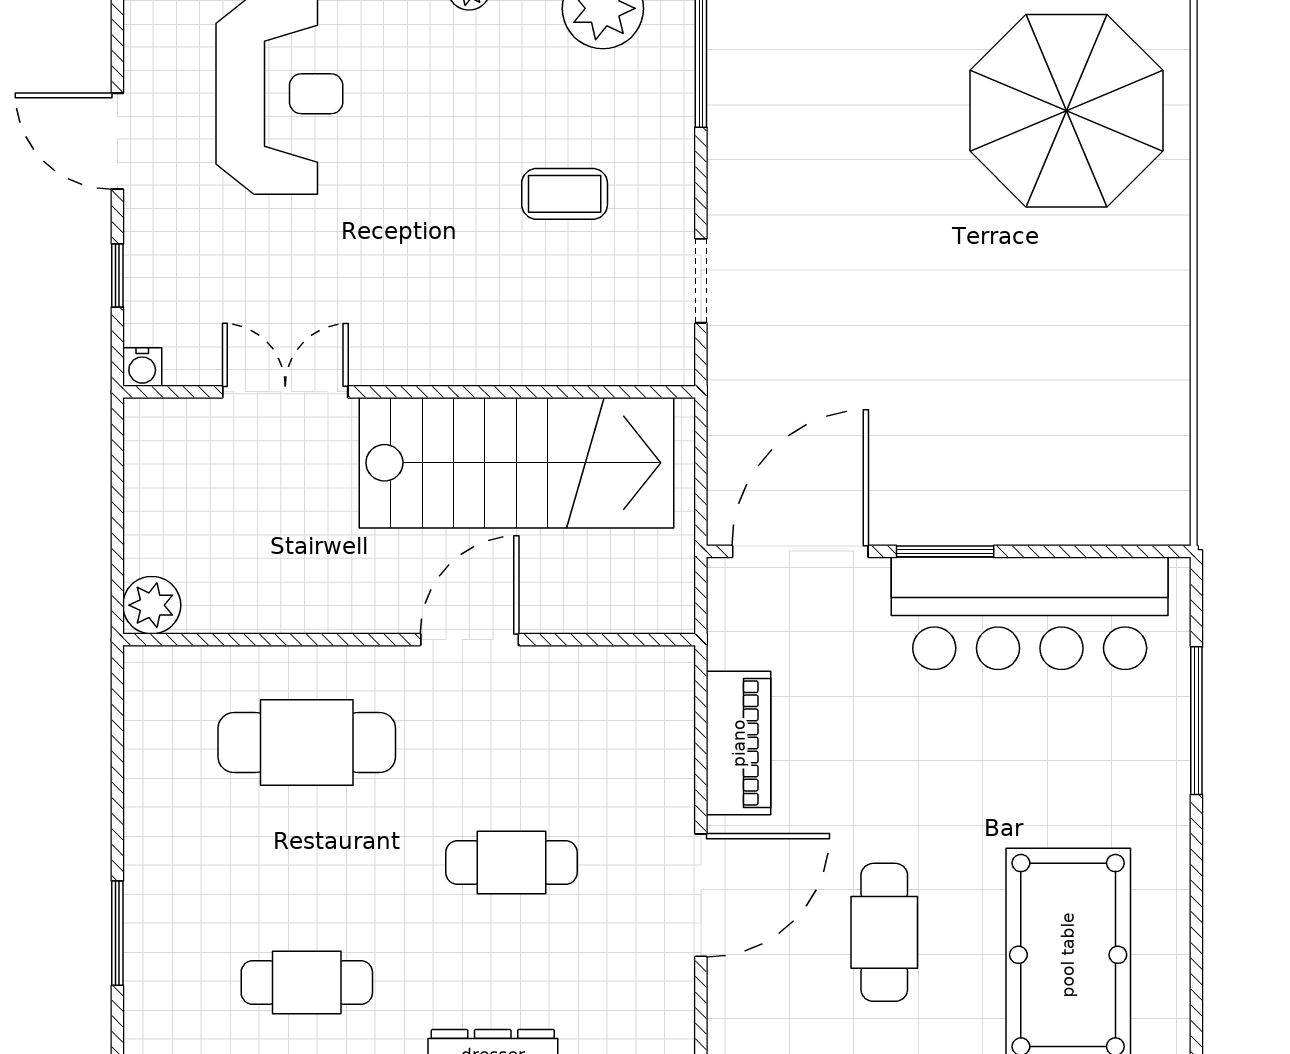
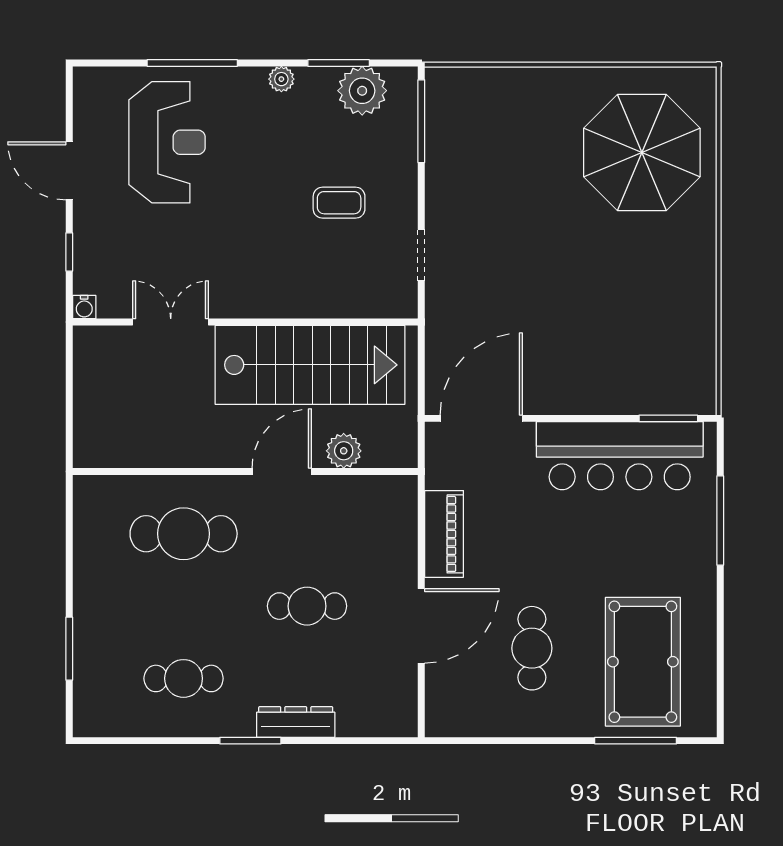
window: (945, 551) -> (668, 418), moved
plant: (152, 605) -> (344, 451), moved

